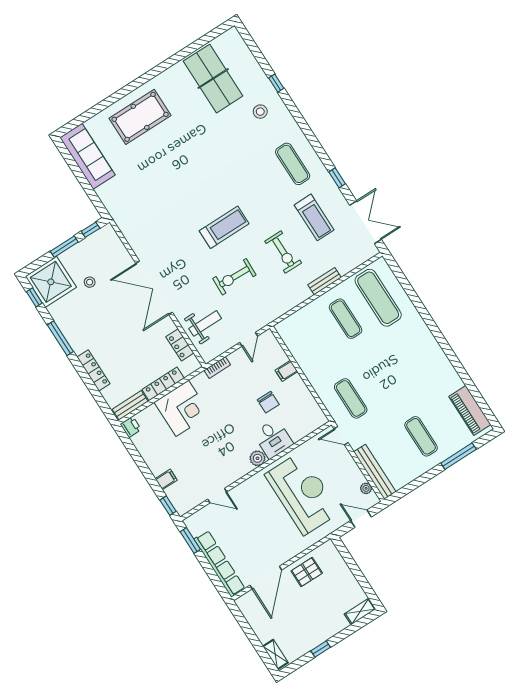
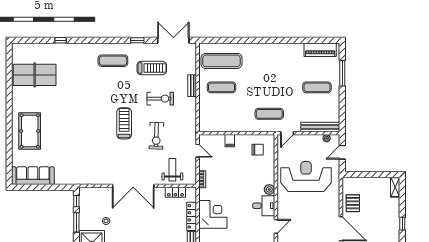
stool: (260, 112) -> (71, 60), removed
chair: (268, 402) -> (258, 150), moved
desk: (273, 439) -> (264, 206), moved

